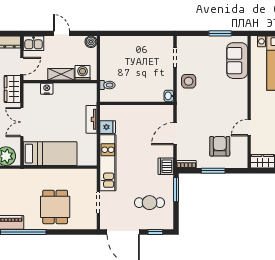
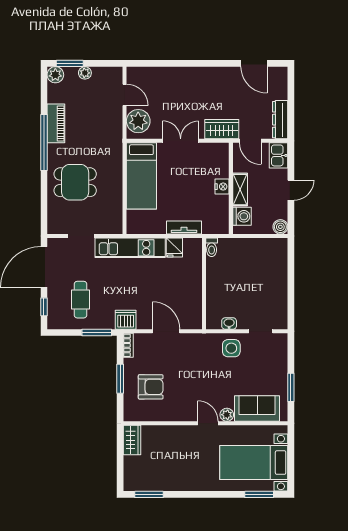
toilet: (107, 85) -> (212, 247), moved
plant: (242, 85) -> (227, 415), added
nightstand: (47, 89) -> (222, 187), moved
washbasin: (169, 96) -> (229, 323), moved
door: (249, 128) -> (208, 423), moved

